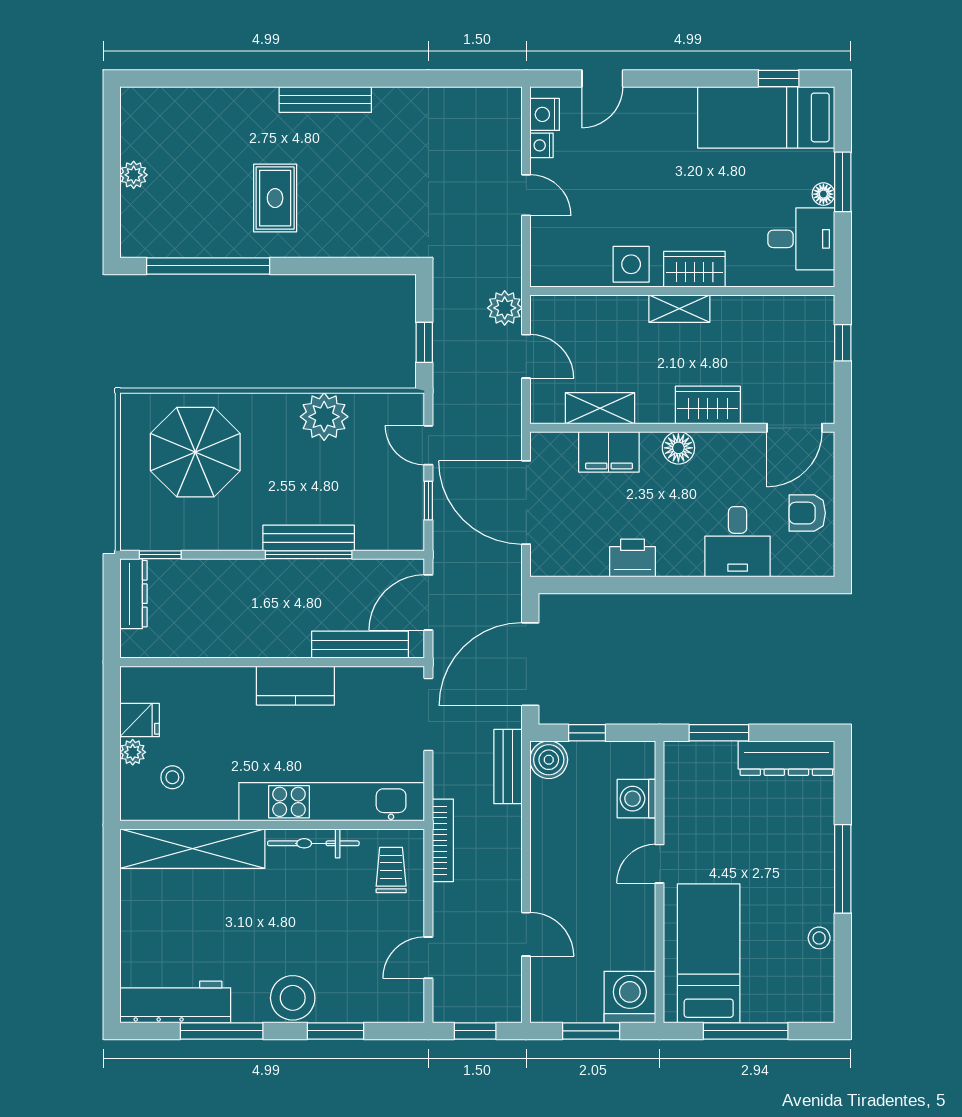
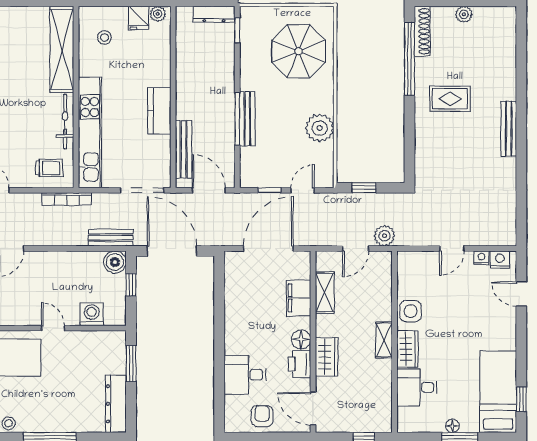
desk: (801, 239) -> (417, 387), moved, turned 90
shoe rack: (162, 245) -> (422, 31), added
printer: (632, 558) -> (299, 364), moved, turned 180
plant: (133, 752) -> (158, 14), moved

